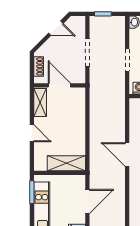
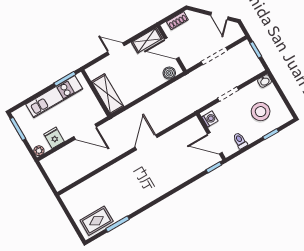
door: (59, 85) -> (172, 48), swing flipped
boiler: (79, 100) -> (169, 73), added
door: (32, 133) -> (116, 49), swing flipped

